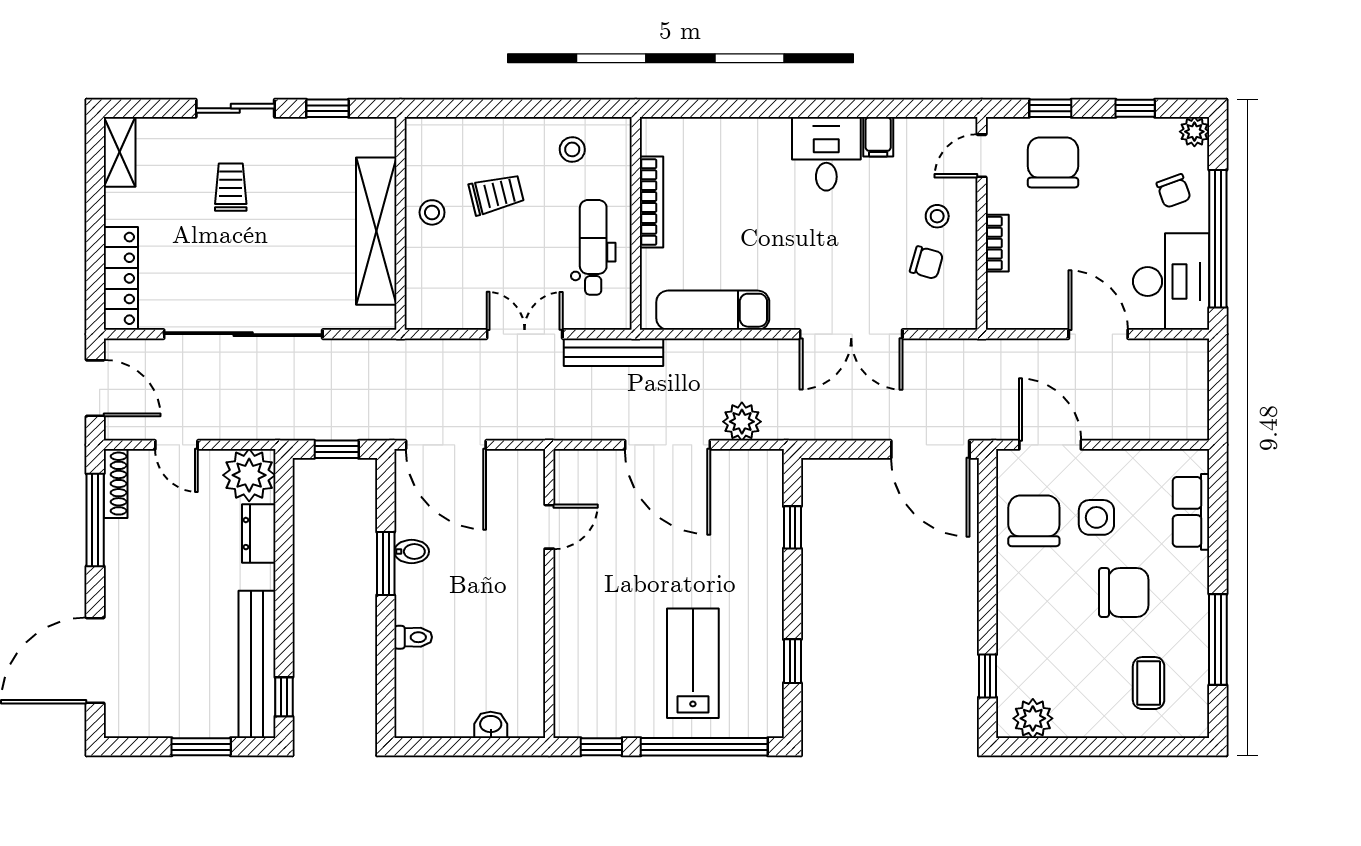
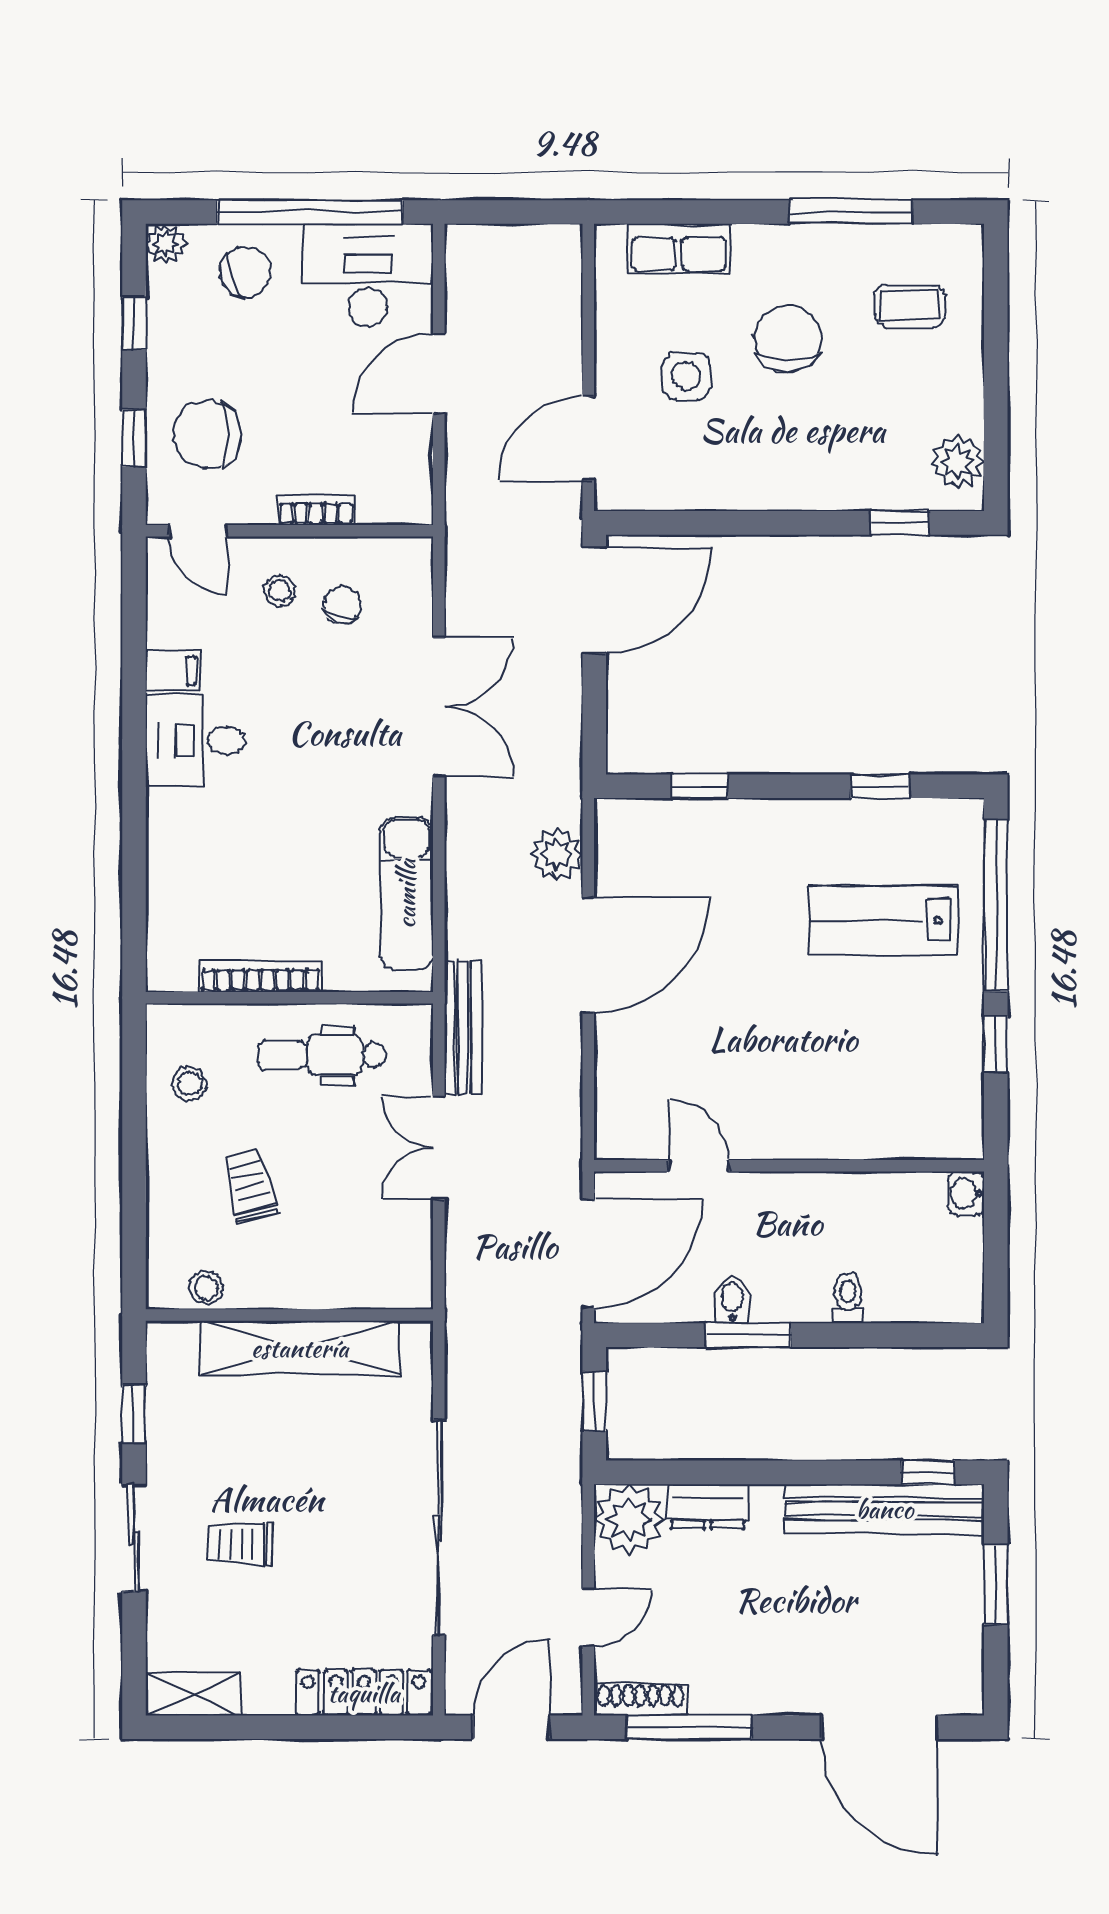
chair: (1174, 191) -> (245, 272), width x1.37, depth x1.37
stool: (432, 212) -> (206, 1288), moved
chair: (1034, 521) -> (691, 460), removed
door: (549, 527) -> (699, 1166), moved
wall: (549, 594) -> (789, 1166), moved

